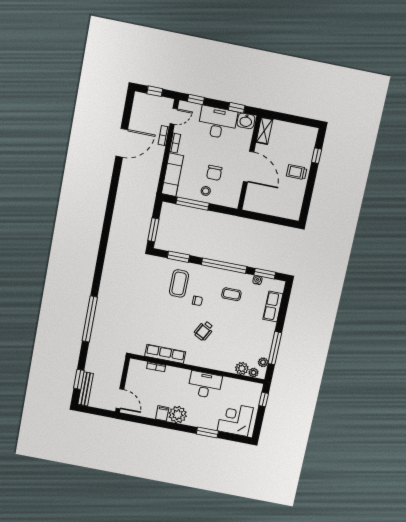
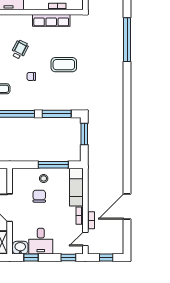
desk: (218, 123) -> (41, 241), width x0.73
window: (178, 257) -> (57, 114), width x1.44
coffee table: (179, 283) -> (64, 65), moved, turned 90

